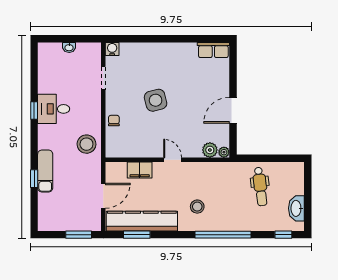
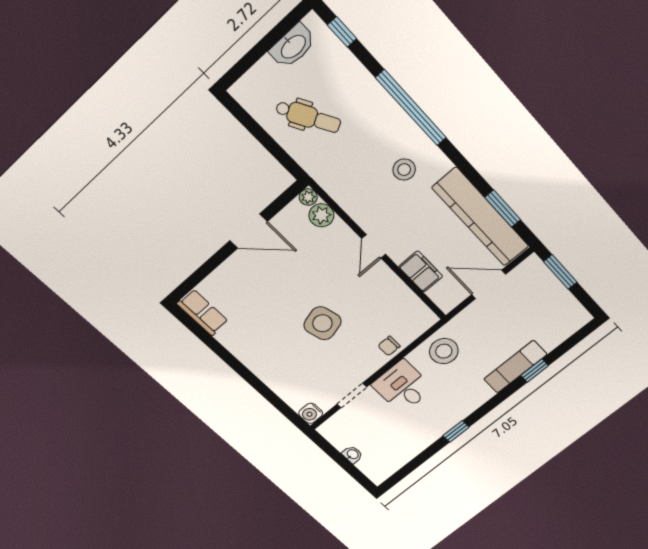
desk: (54, 109) -> (402, 387), moved, turned 180
dental chair: (260, 186) -> (308, 117), turned 68

